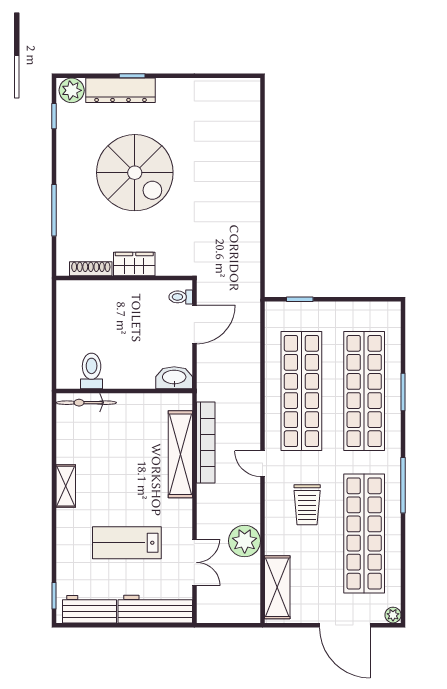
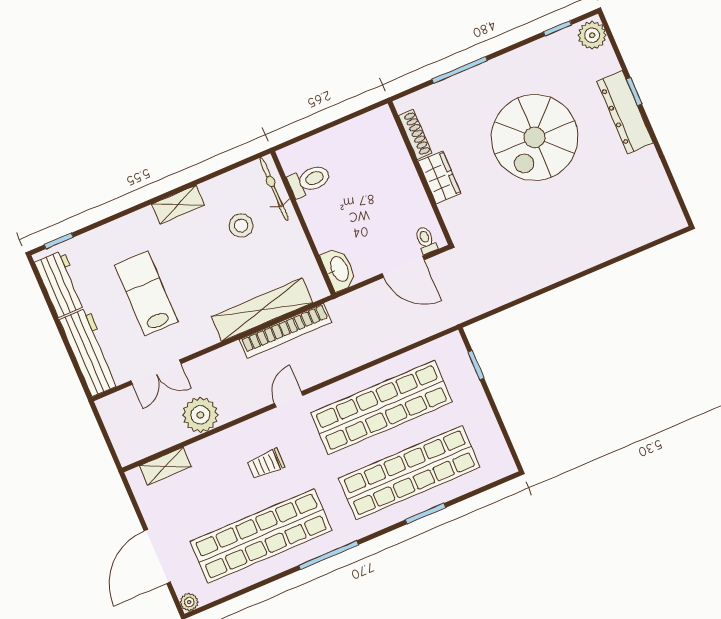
dresser: (121, 90) -> (625, 112), moved
stool: (105, 442) -> (241, 226), added
trolley: (307, 505) -> (266, 464), width x0.73, depth x0.72
shelving: (277, 587) -> (165, 466), width x0.67, depth x0.75

